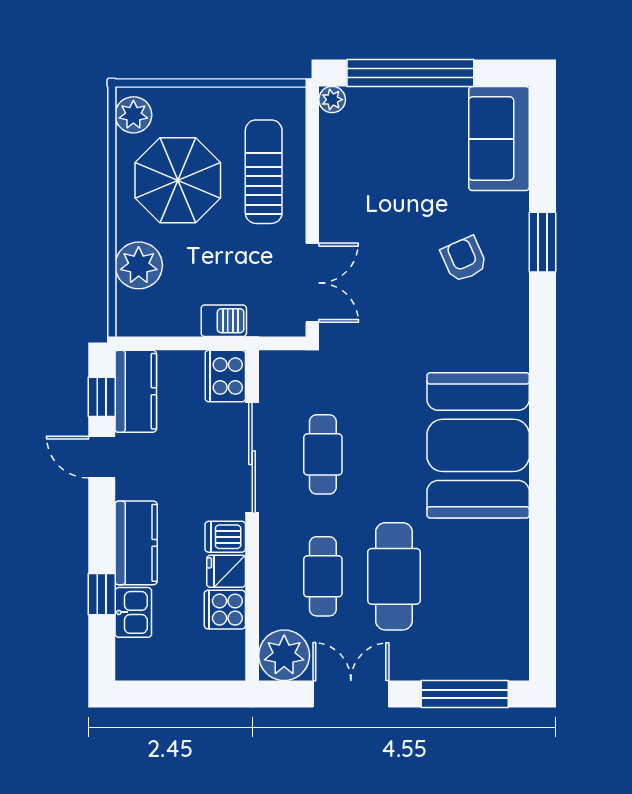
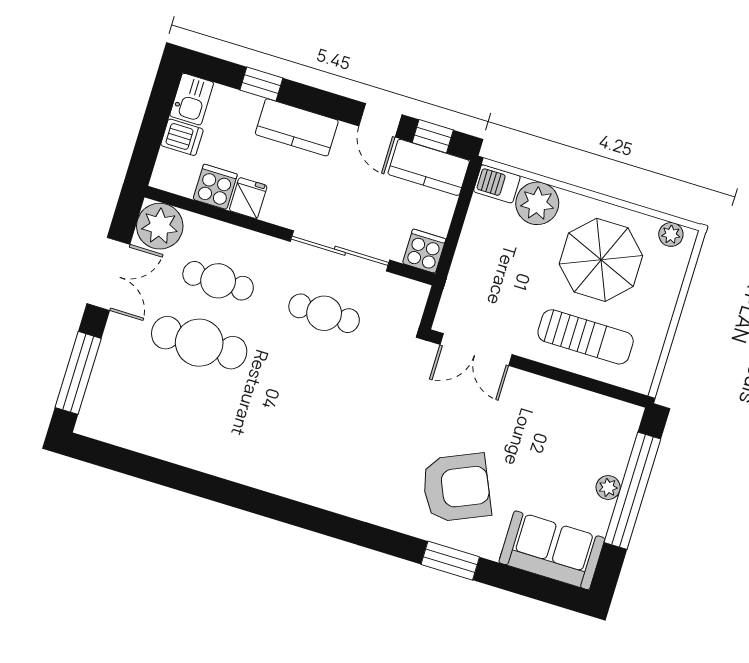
plant: (332, 100) -> (608, 488), moved
plant: (133, 115) -> (671, 234), width x0.73, depth x0.73
armchair: (464, 259) -> (456, 488), width x1.88, depth x1.88
barbecue: (224, 321) -> (497, 184), moved, turned 90
cooker: (225, 376) -> (424, 251), width x0.73
booth: (478, 445) -> (291, 451), removed
door: (102, 457) -> (380, 120), swing flipped
dishwasher: (225, 537) -> (182, 137), moved, turned 90
kitchen sink: (133, 612) -> (192, 99), moved, turned -90

